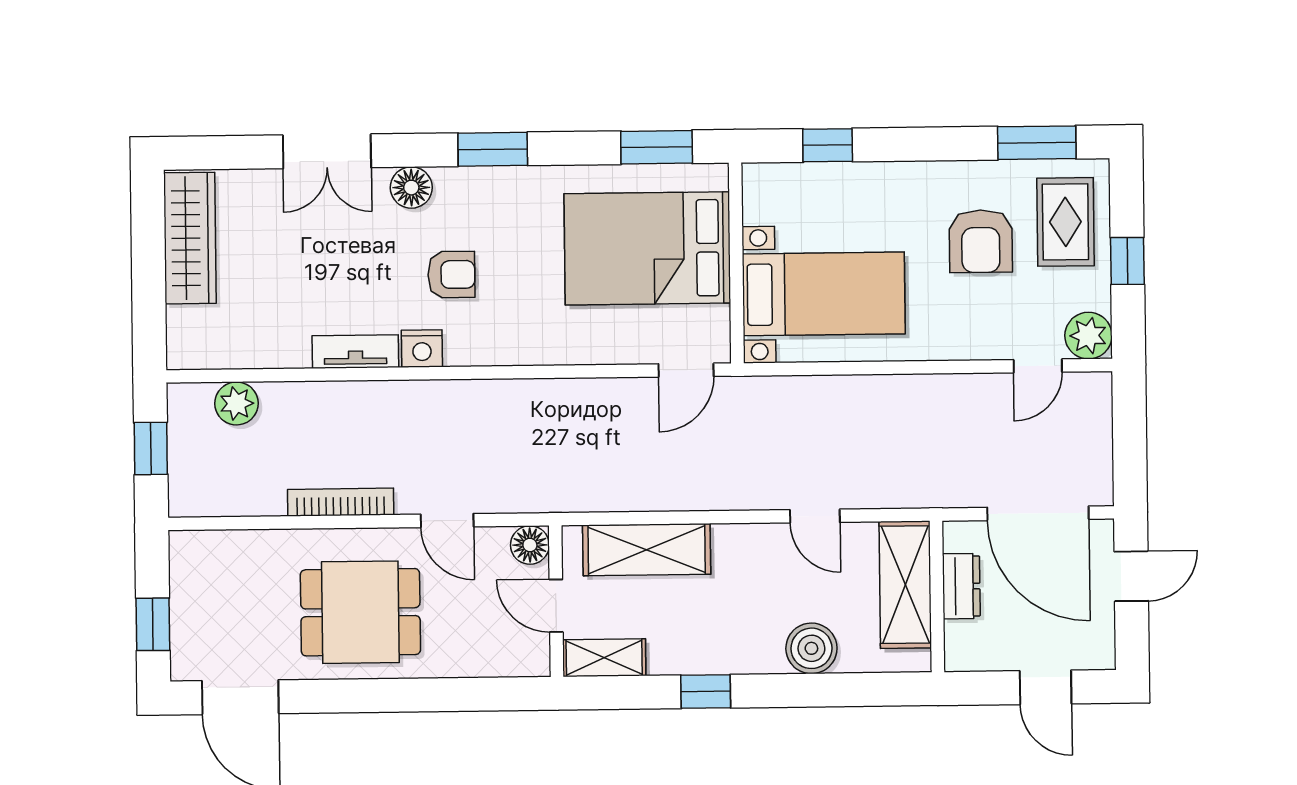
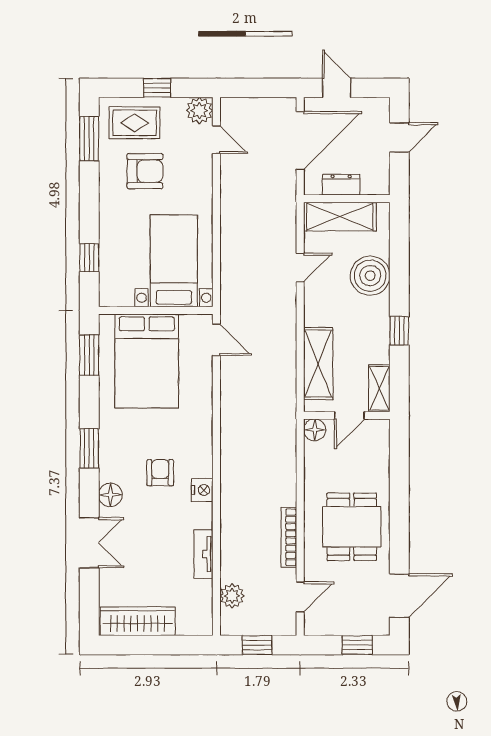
tv unit: (355, 352) -> (203, 554), moved
door: (447, 521) -> (300, 597), moved
boiler: (811, 648) -> (370, 276), width x1.37, depth x1.37

